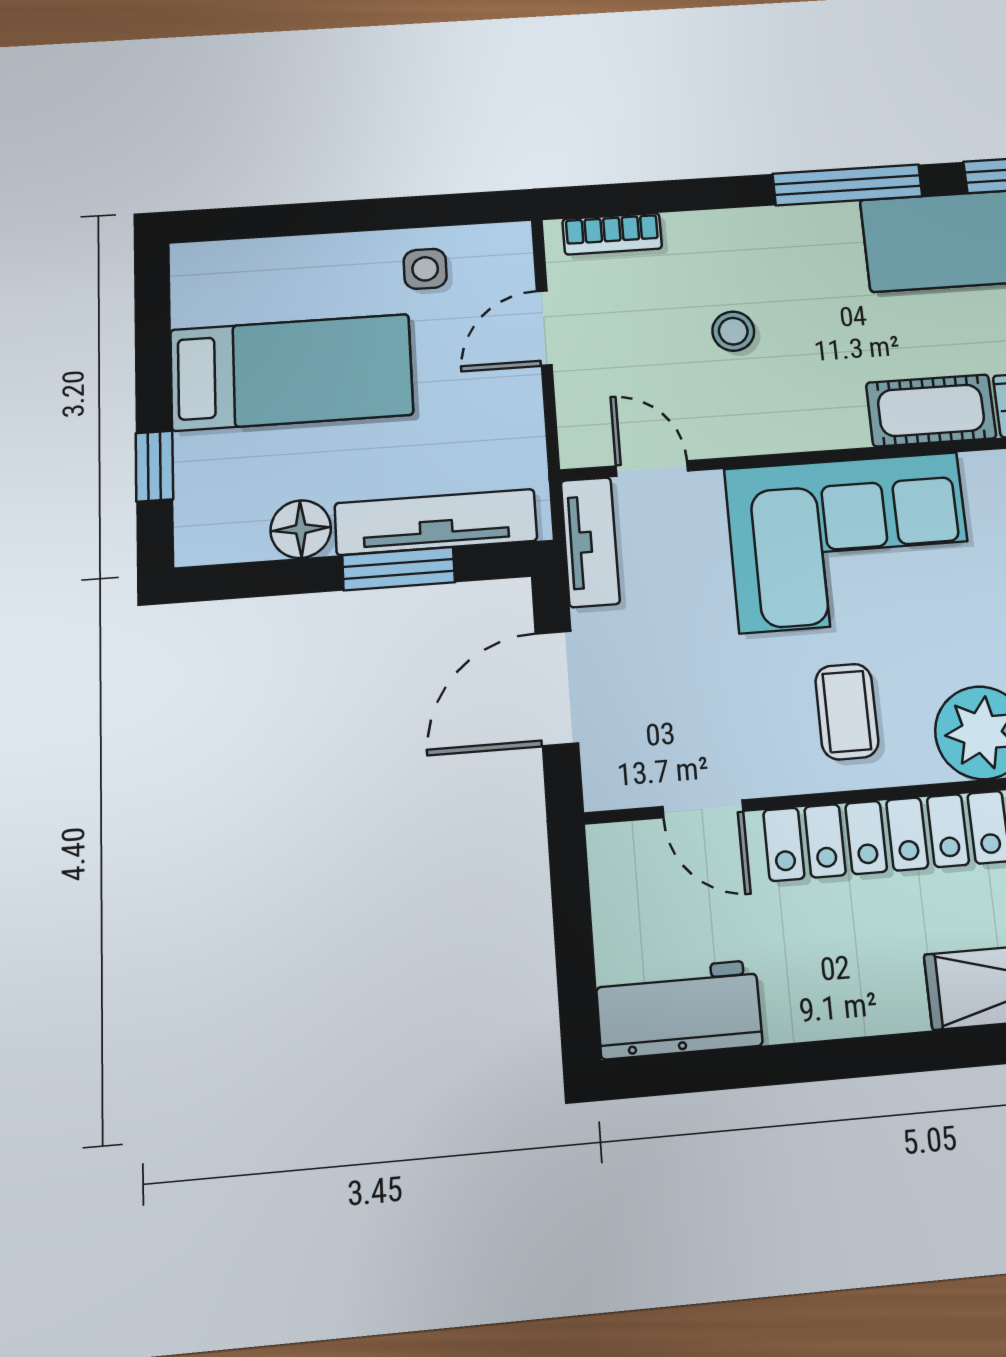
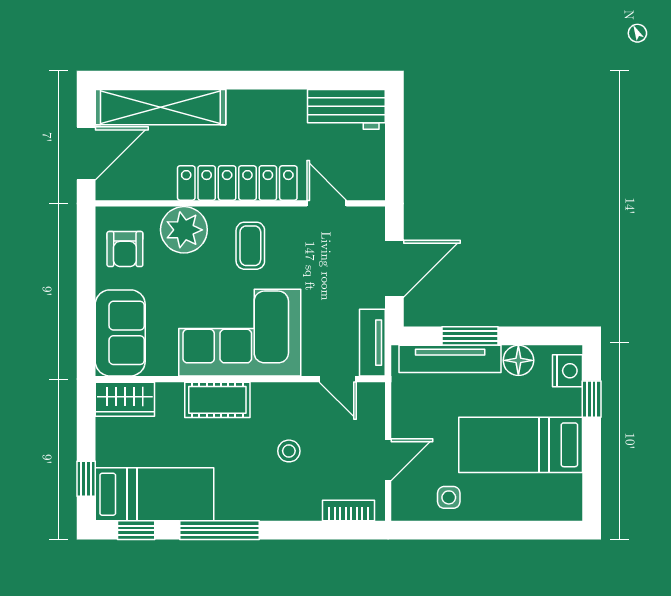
cot: (931, 410) -> (217, 400), moved
nightstand: (203, 516) -> (567, 371), added

